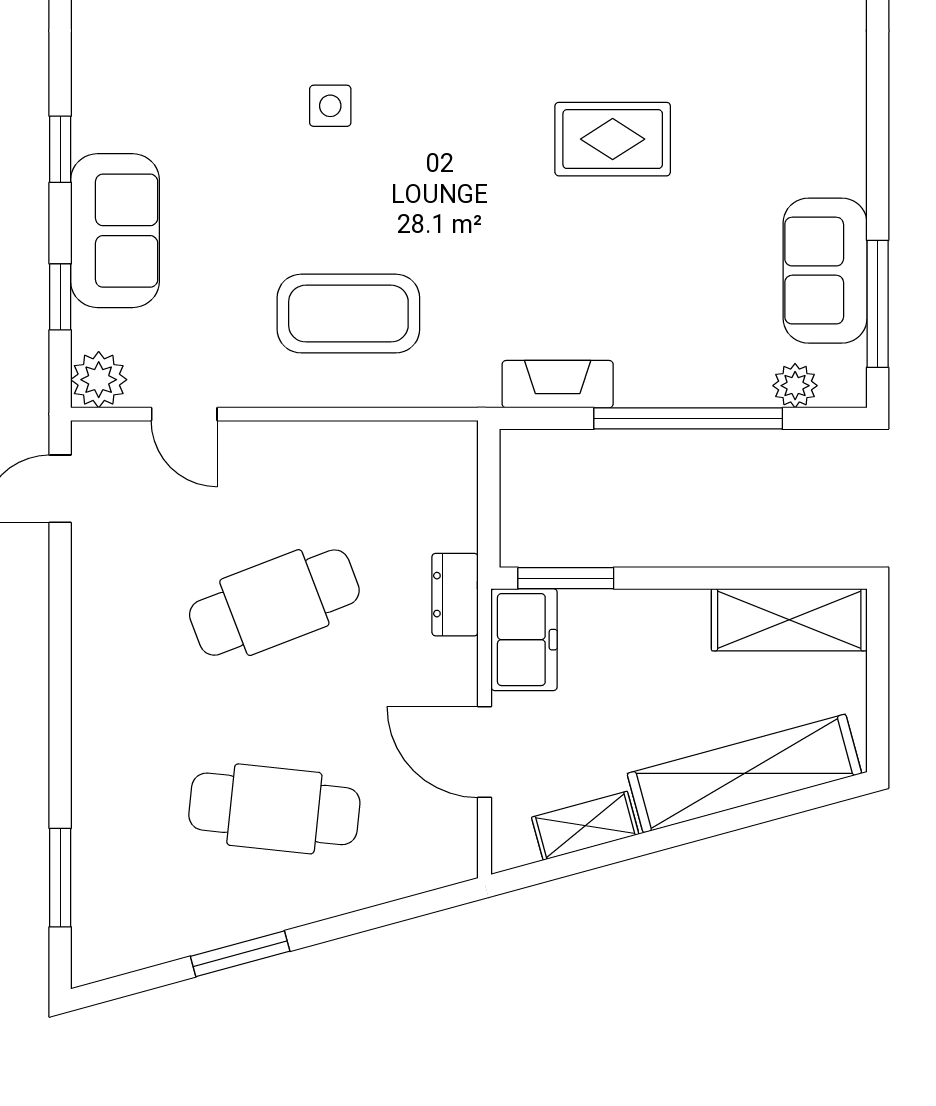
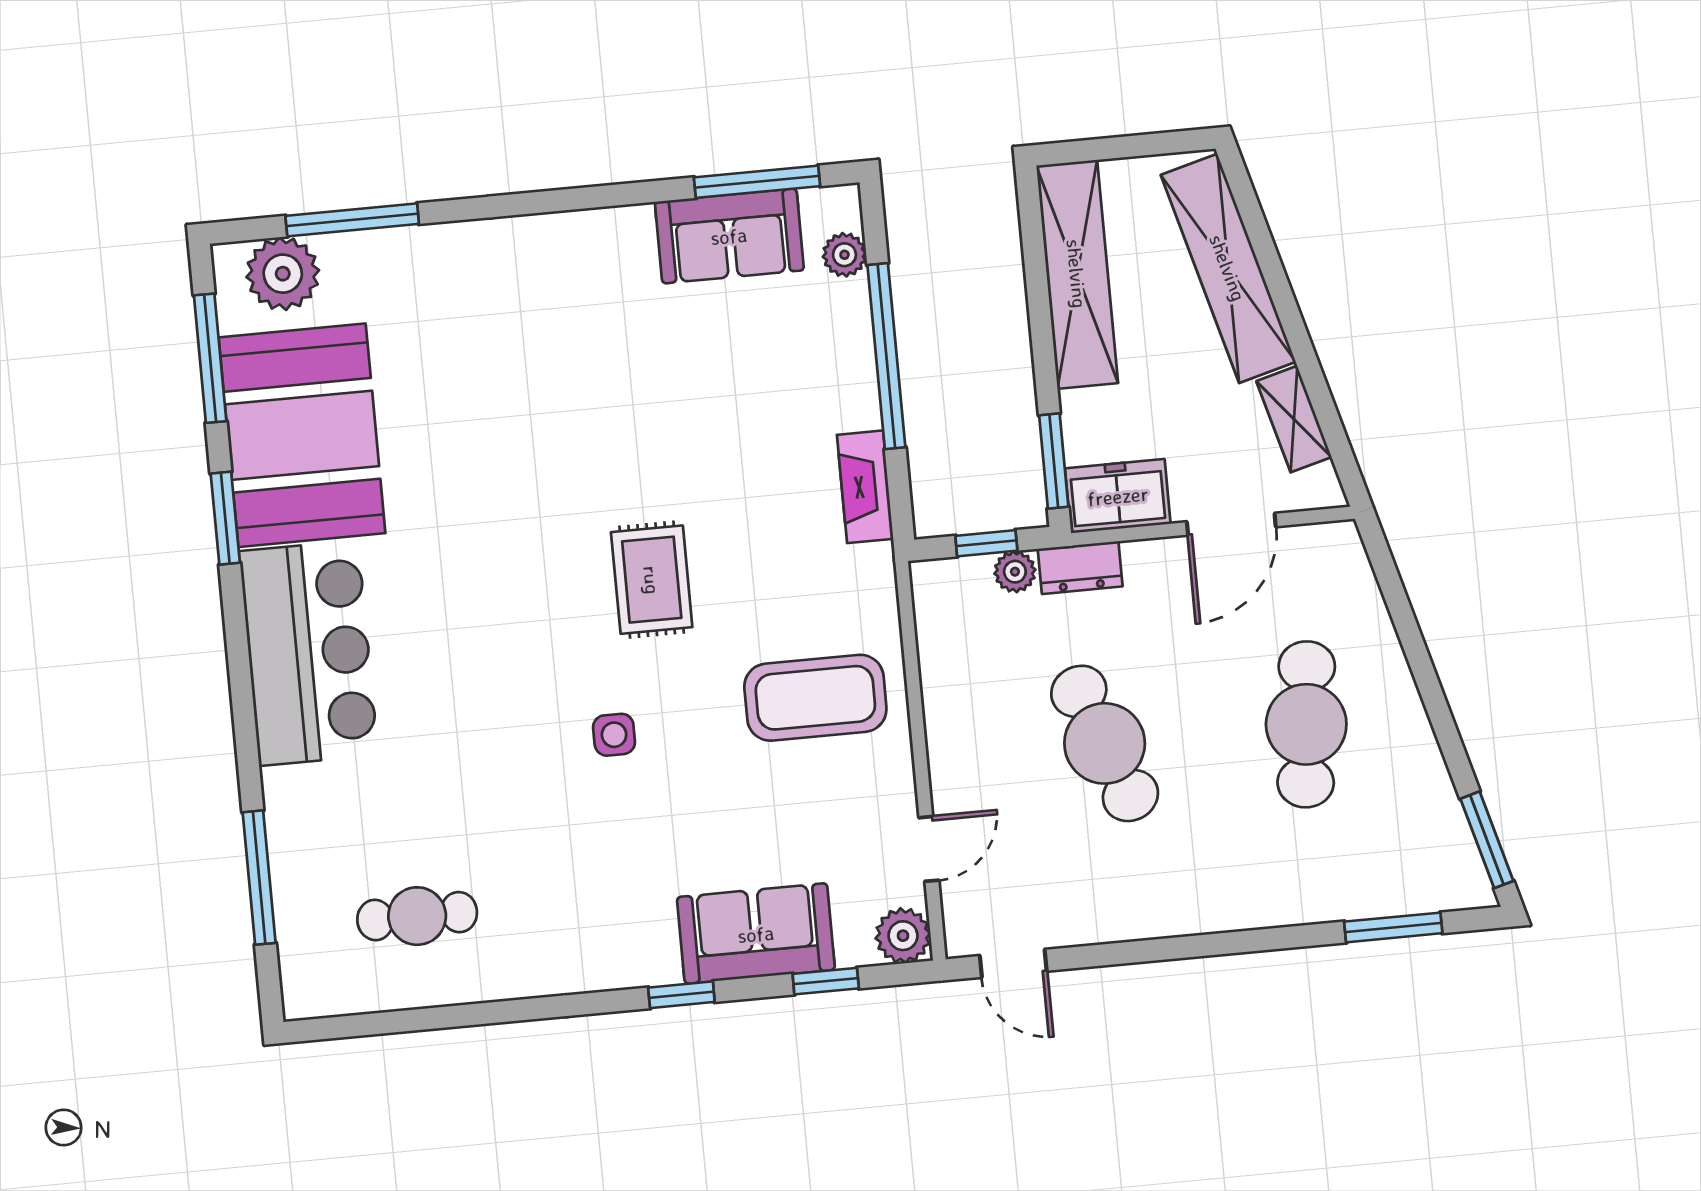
rug: (613, 139) -> (652, 580), moved
coffee table: (348, 314) -> (815, 698), turned 90
window: (489, 502) -> (986, 543), added
plant: (457, 528) -> (1015, 572), added
shelving: (789, 620) -> (1077, 274), width x1.47
window: (240, 954) -> (1487, 840), moved

